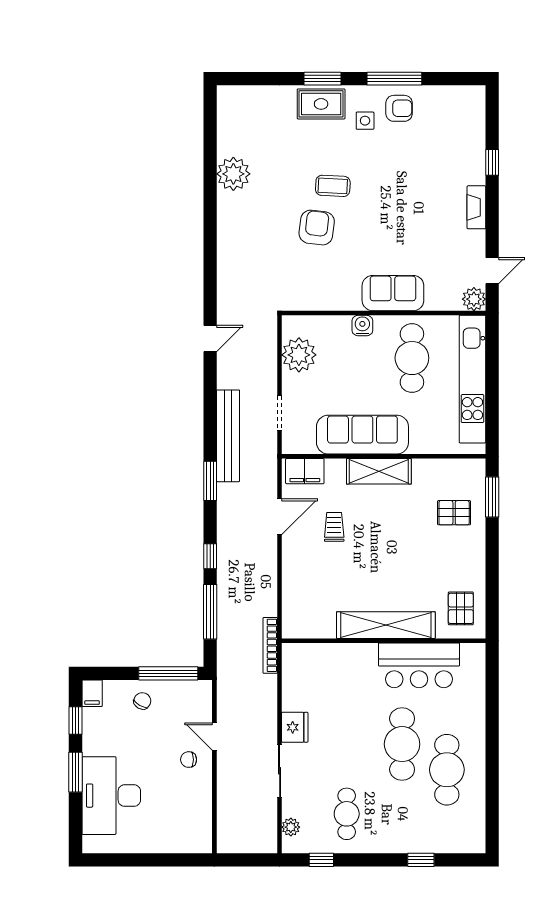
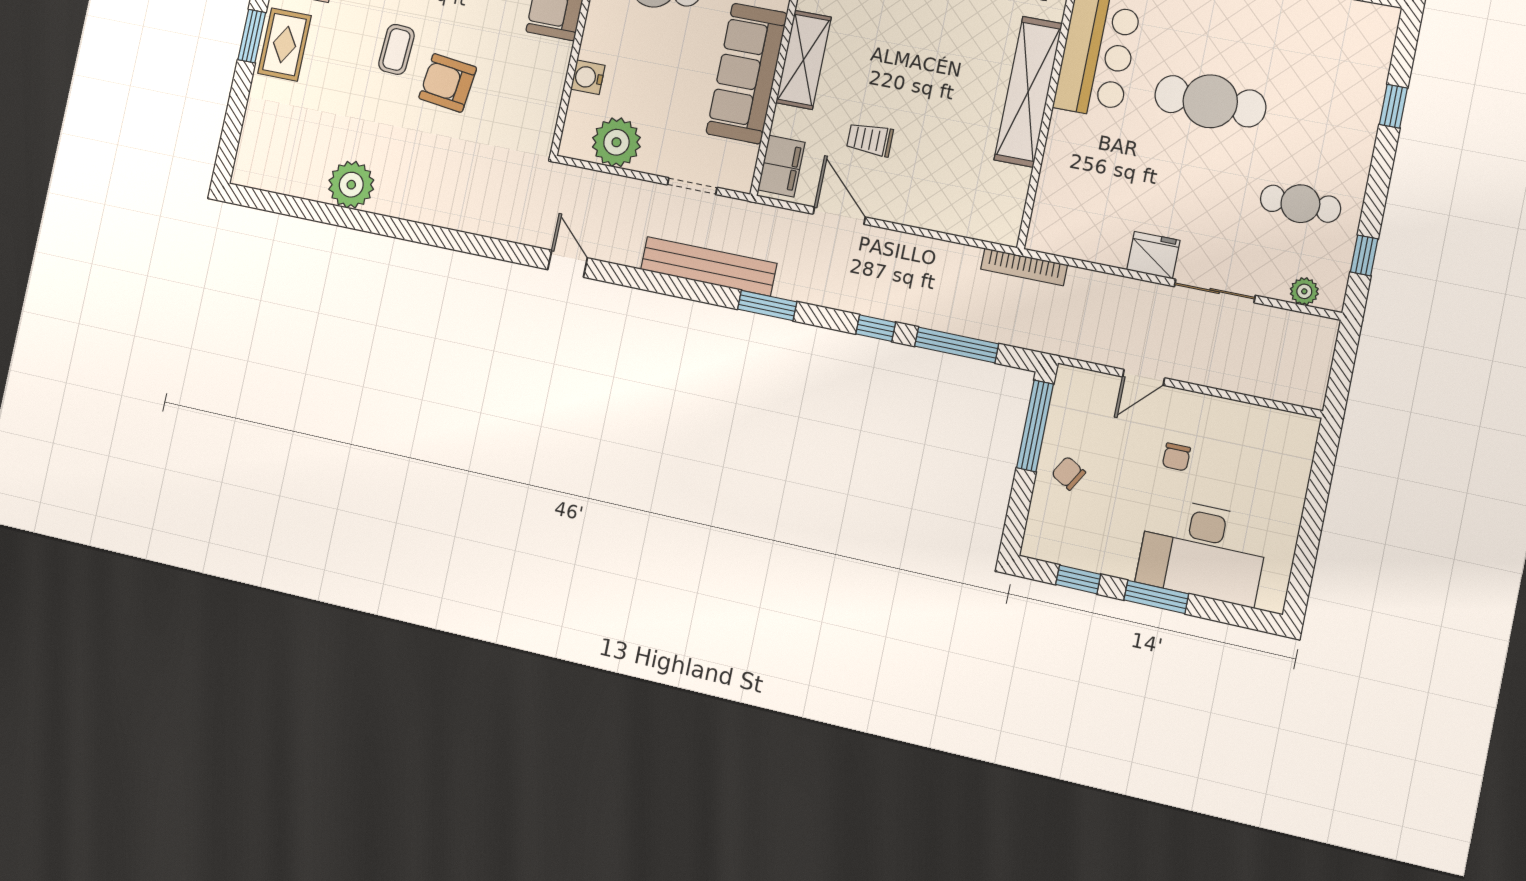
water cooler: (362, 326) -> (588, 77), moved
filing cabinet: (92, 693) -> (1042, 545), removed
chair: (189, 760) -> (1176, 457), moved
cafe table: (447, 770) -> (1262, 42), removed

